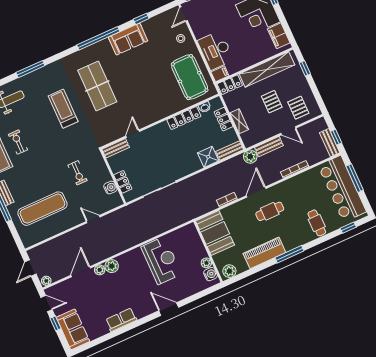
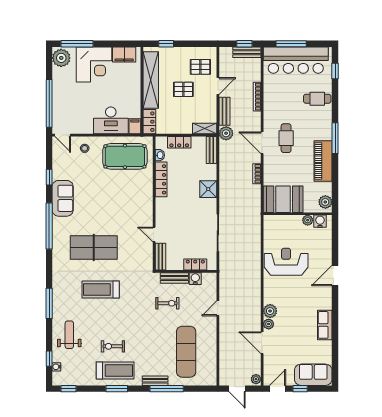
shelving: (239, 121) -> (205, 129), moved
shower: (208, 157) -> (208, 189), moved
bench: (103, 169) -> (174, 278), added

